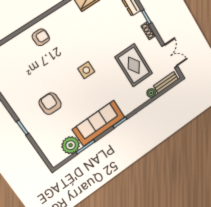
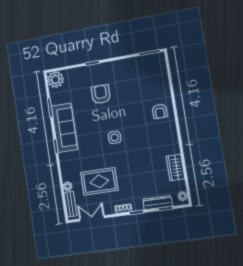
double door: (170, 56) -> (92, 218), swing flipped
armchair: (50, 104) -> (101, 94), turned -90
plant: (71, 145) -> (55, 79), moved

